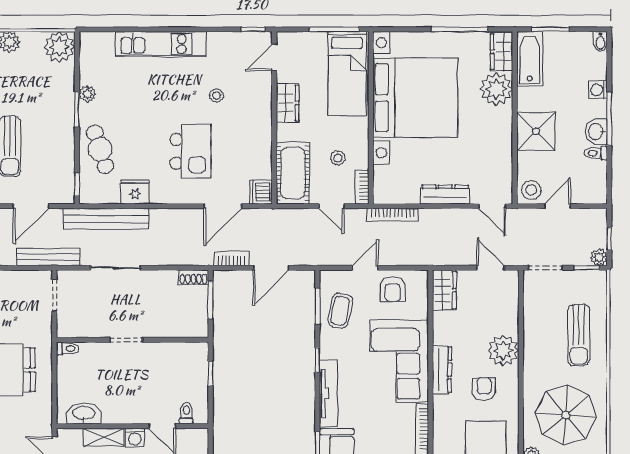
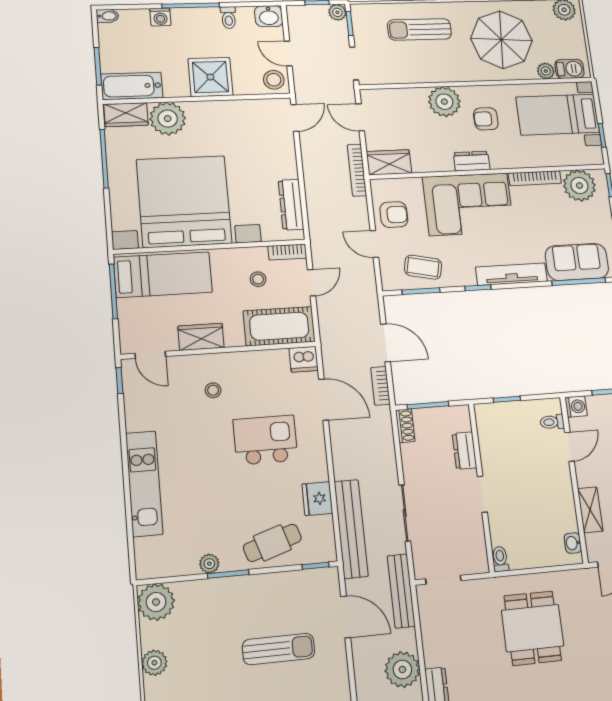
stool: (216, 95) -> (213, 390), moved
washbasin: (596, 132) -> (269, 16), moved
dresser: (445, 195) -> (291, 205), moved
bookcase: (393, 215) -> (357, 170), moved, turned 180
door: (490, 268) -> (360, 117), hinge flipped
dresser: (167, 328) -> (464, 451), added
sun lounger: (579, 335) -> (419, 29), turned 180
dresser: (442, 370) -> (472, 161), width x0.70
washbasin: (84, 413) -> (573, 543), width x0.52, depth x0.69
washing machine: (135, 438) -> (576, 406), moved

